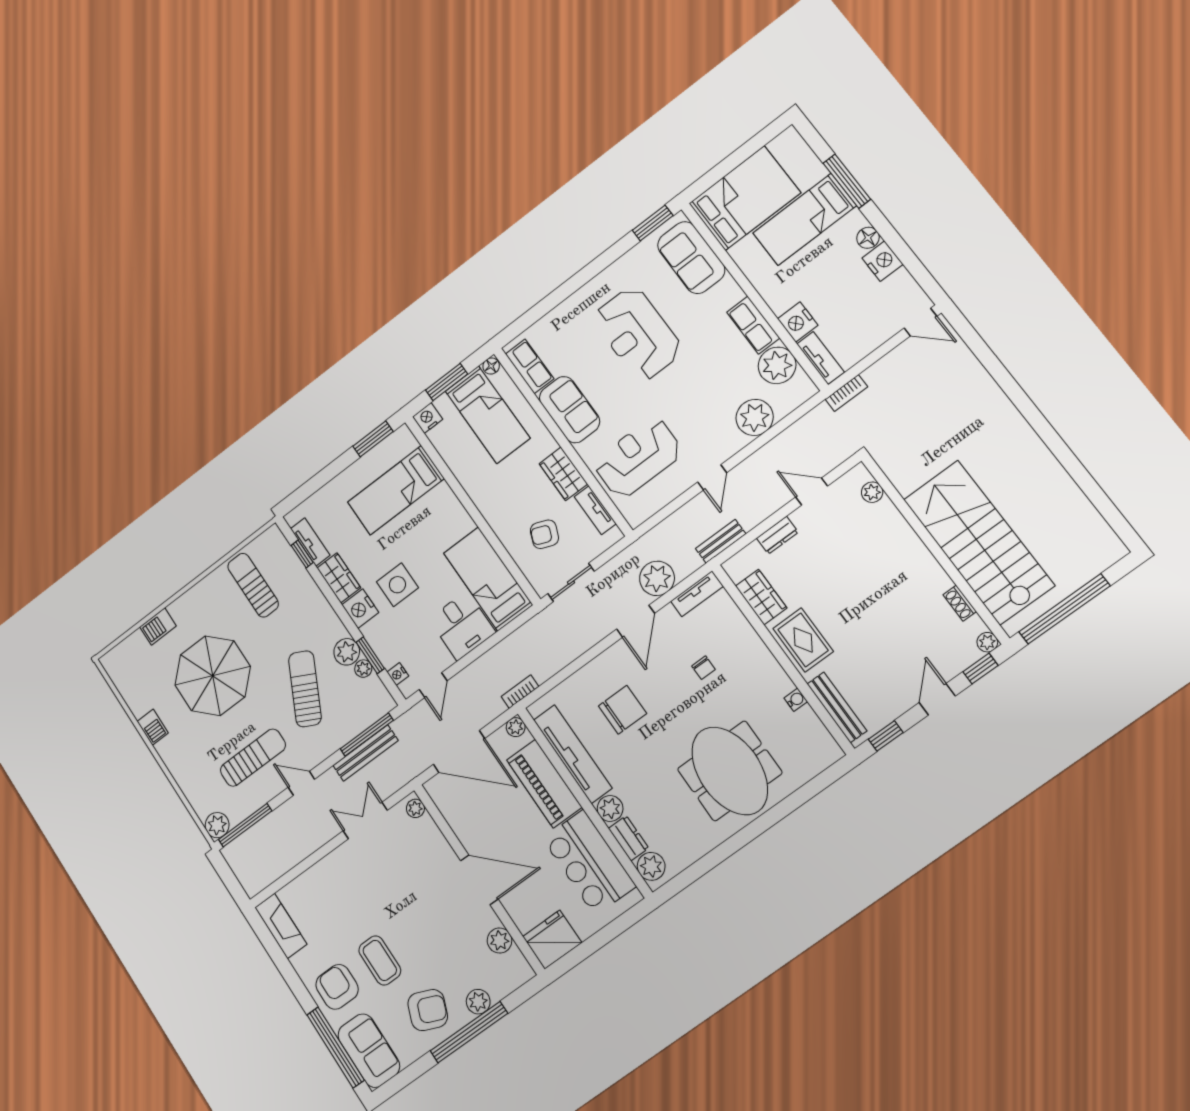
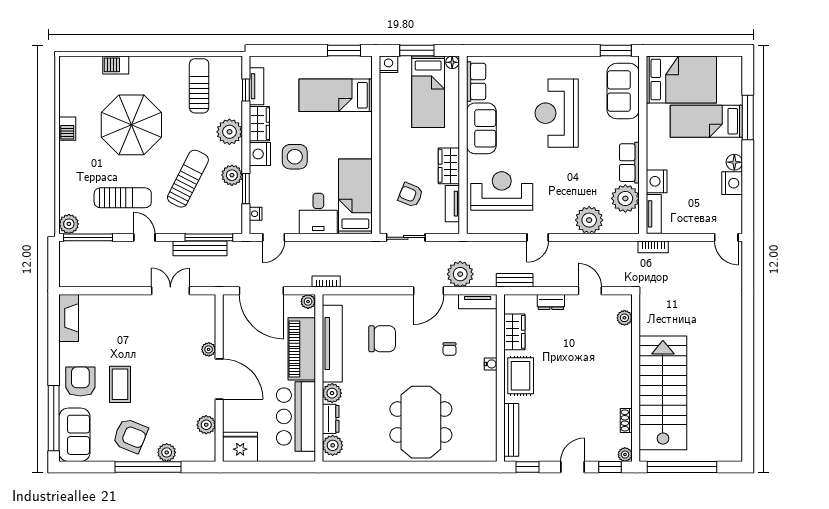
plant: (363, 669) -> (229, 132), moved, width x1.88, depth x1.88
water cooler: (796, 700) -> (491, 364), moved
plant: (415, 808) -> (209, 349), moved

